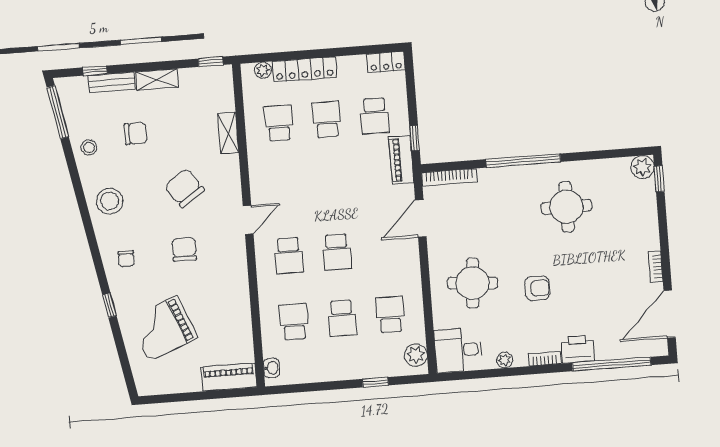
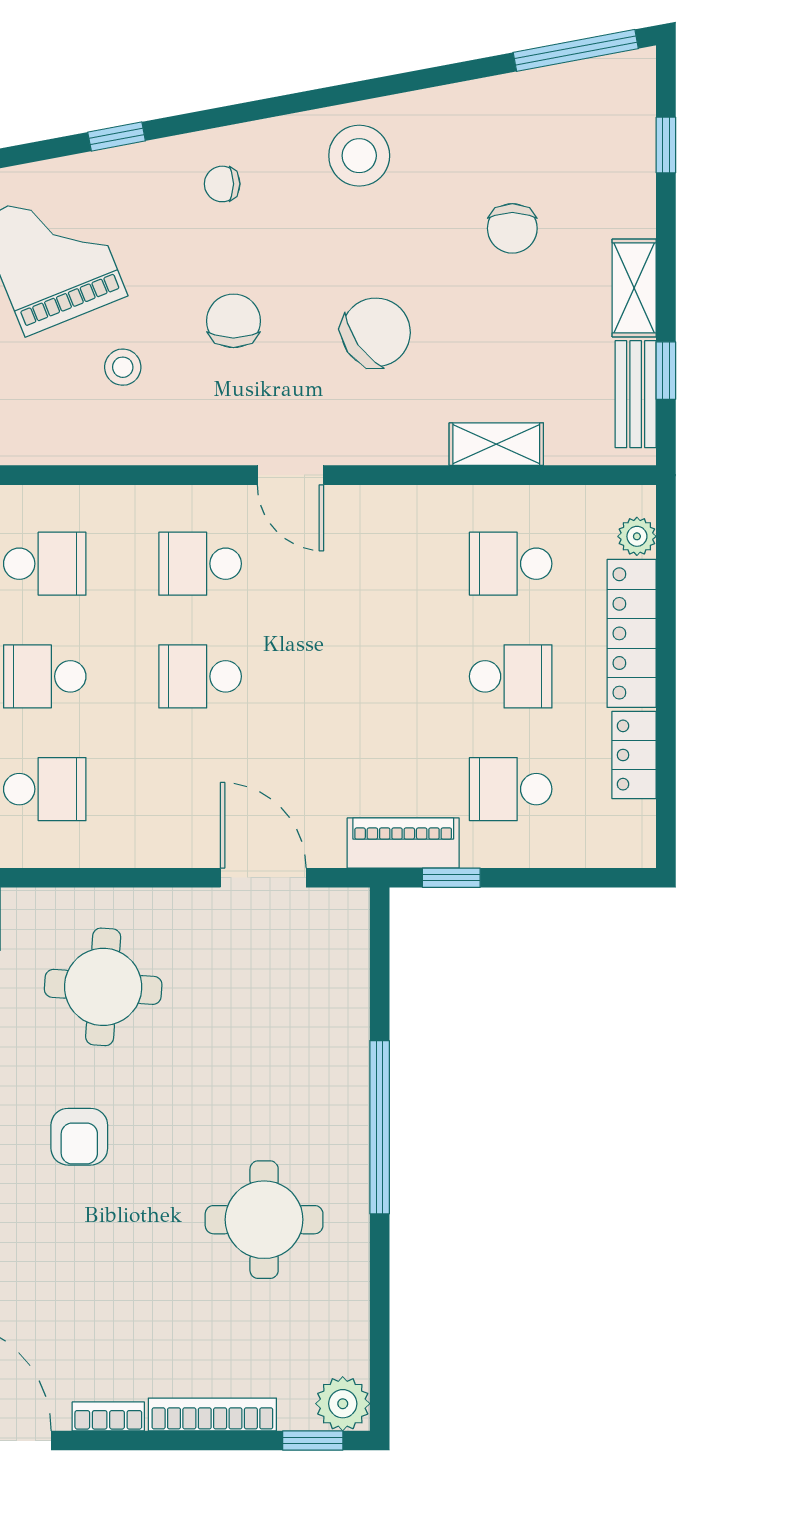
window: (211, 62) -> (666, 371), moved
locker: (386, 62) -> (634, 755), moved
bench: (112, 82) -> (636, 394), moved
school desk: (279, 123) -> (511, 564), turned 180
stool: (89, 147) -> (123, 367), moved
bookcase: (449, 177) -> (212, 1414), moved, turned 90
chair: (184, 249) -> (233, 321), turned -90

